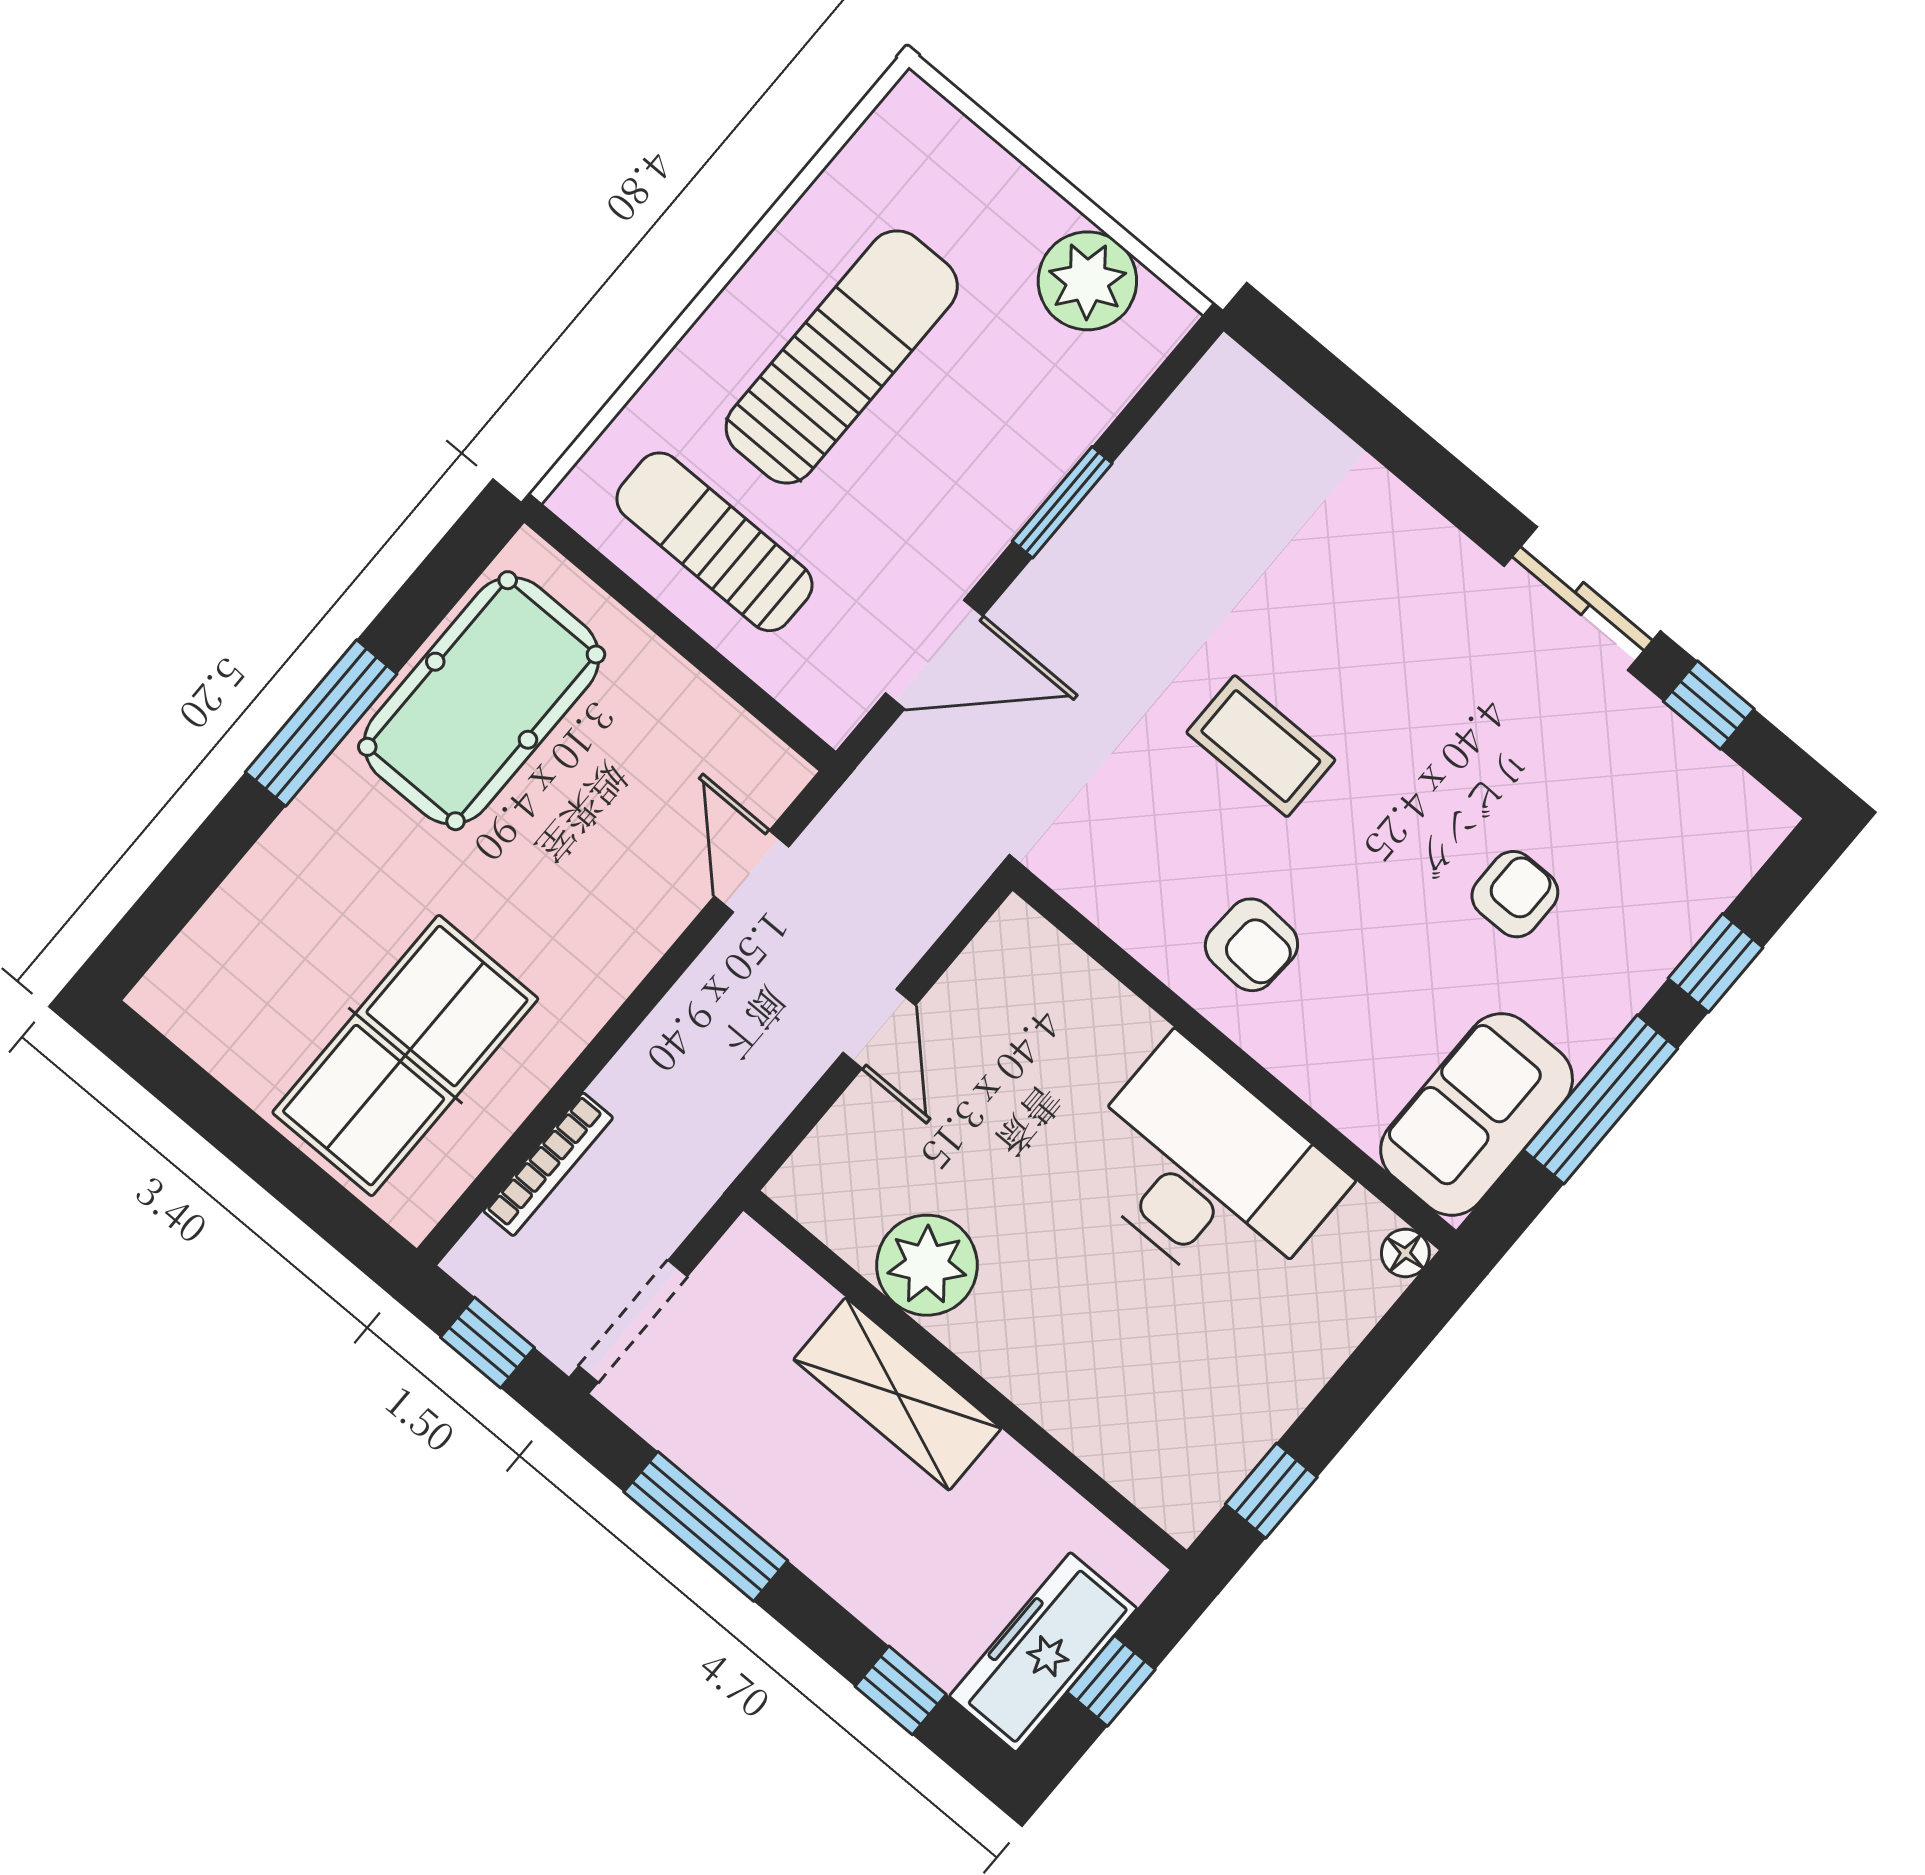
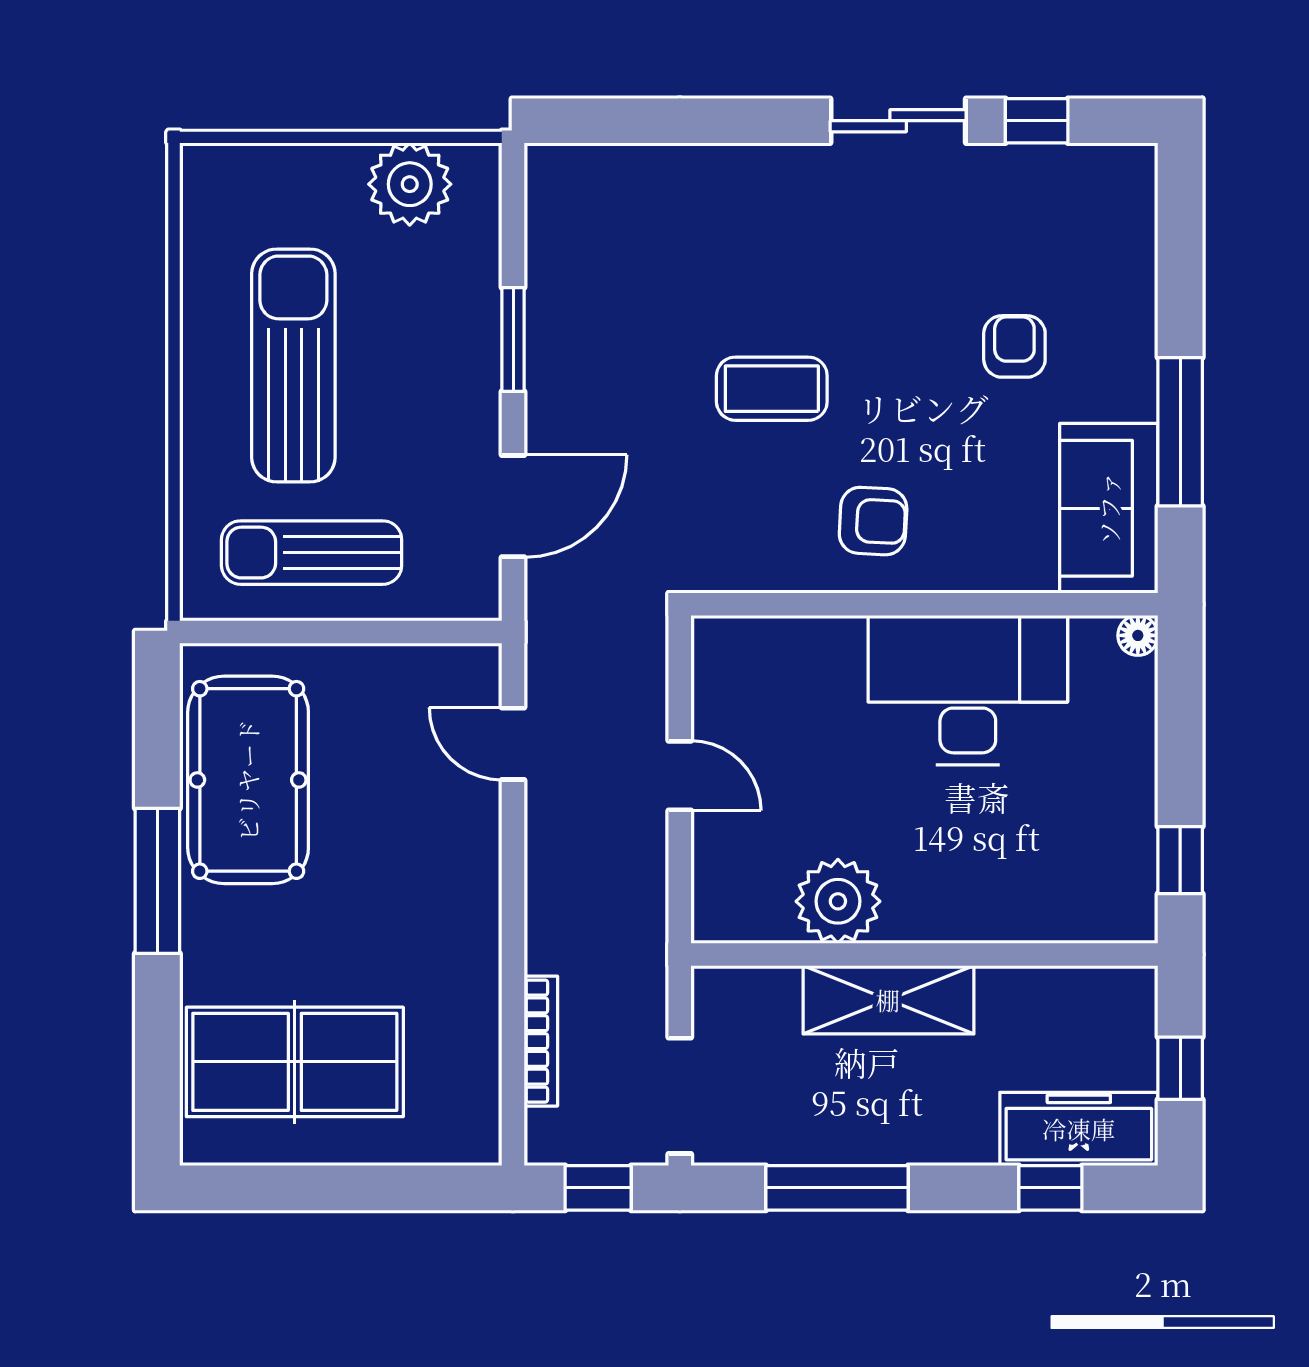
window: (1716, 963) -> (1180, 282), removed
table tennis table: (405, 1056) -> (295, 1062), moved, turned 90
freezer: (1043, 1652) -> (1079, 1129), moved, turned 90

